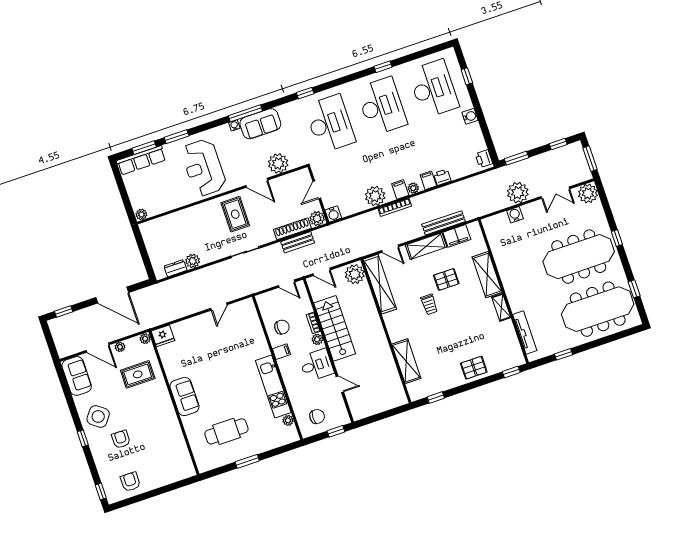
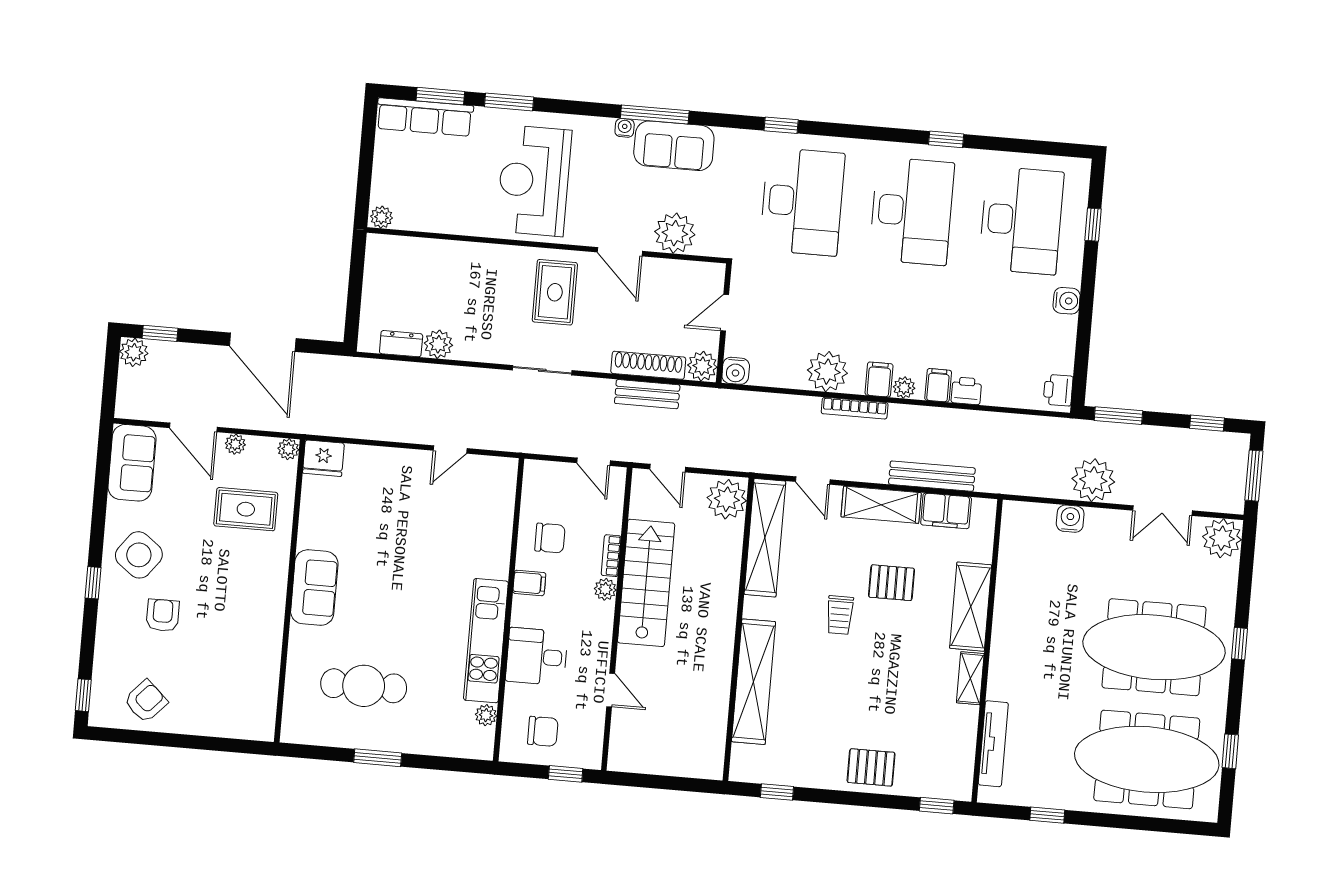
plant: (56, 325) -> (134, 352), added
shelving: (406, 361) -> (754, 682), width x1.47
desk: (317, 365) -> (537, 656), moved, turned 180
armchair: (130, 482) -> (146, 701), turned 43

